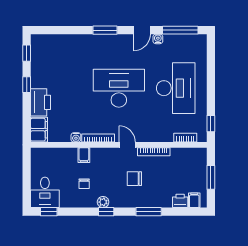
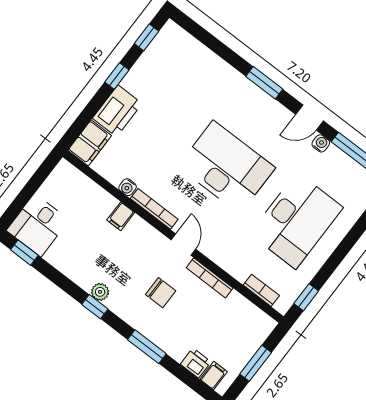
chair: (134, 179) -> (161, 293), turned 180
chair: (84, 184) -> (94, 252), removed

